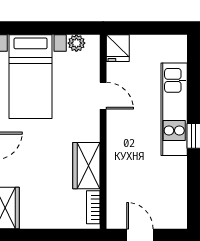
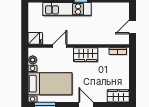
wardrobe: (86, 166) -> (86, 55), moved

